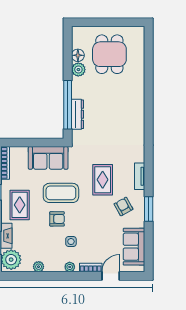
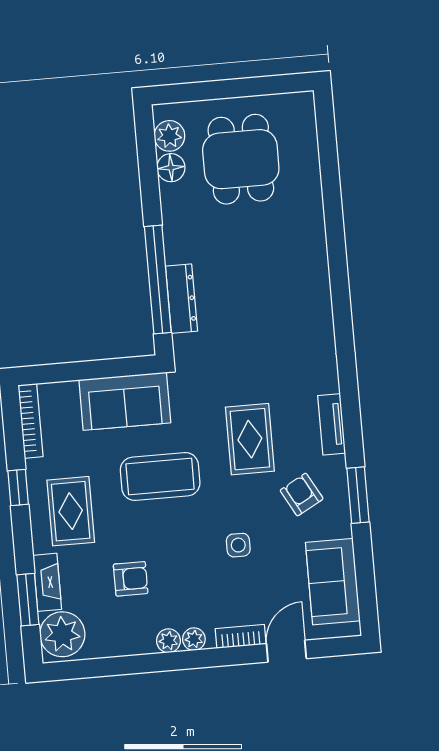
plant: (78, 70) -> (169, 136), moved
armchair: (57, 219) -> (131, 579), moved
side table: (71, 242) -> (238, 545), moved
plant: (39, 267) -> (168, 641), moved

